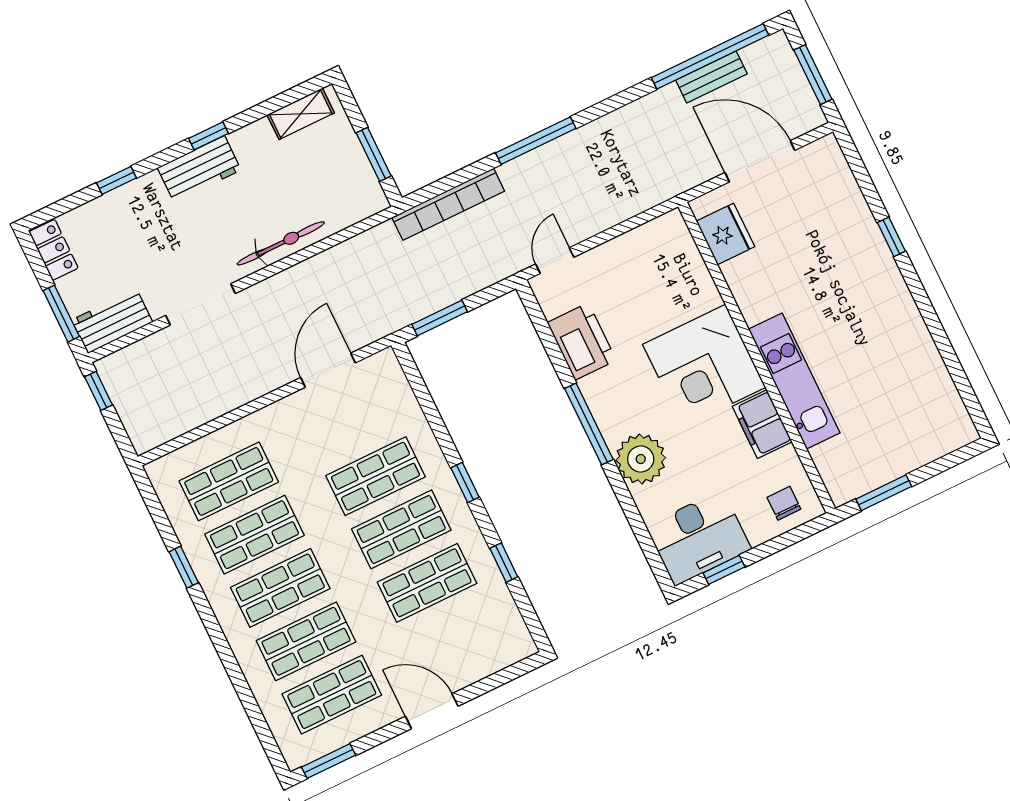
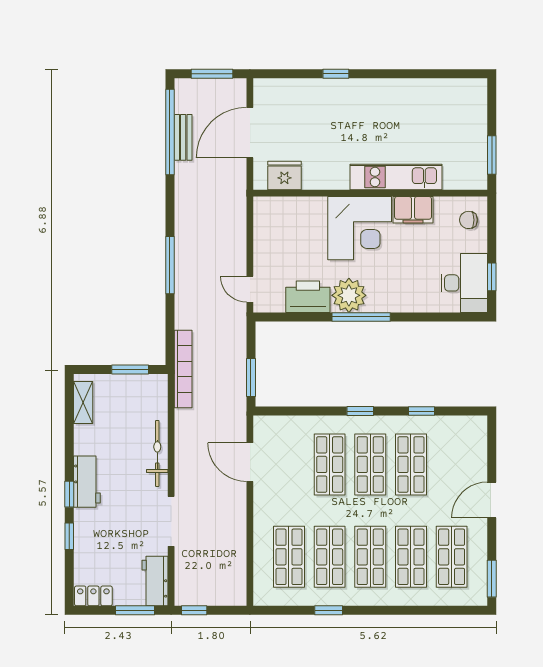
window: (209, 136) -> (69, 494), moved
bookcase: (448, 204) -> (183, 369), moved
plant: (641, 459) -> (349, 295), moved

